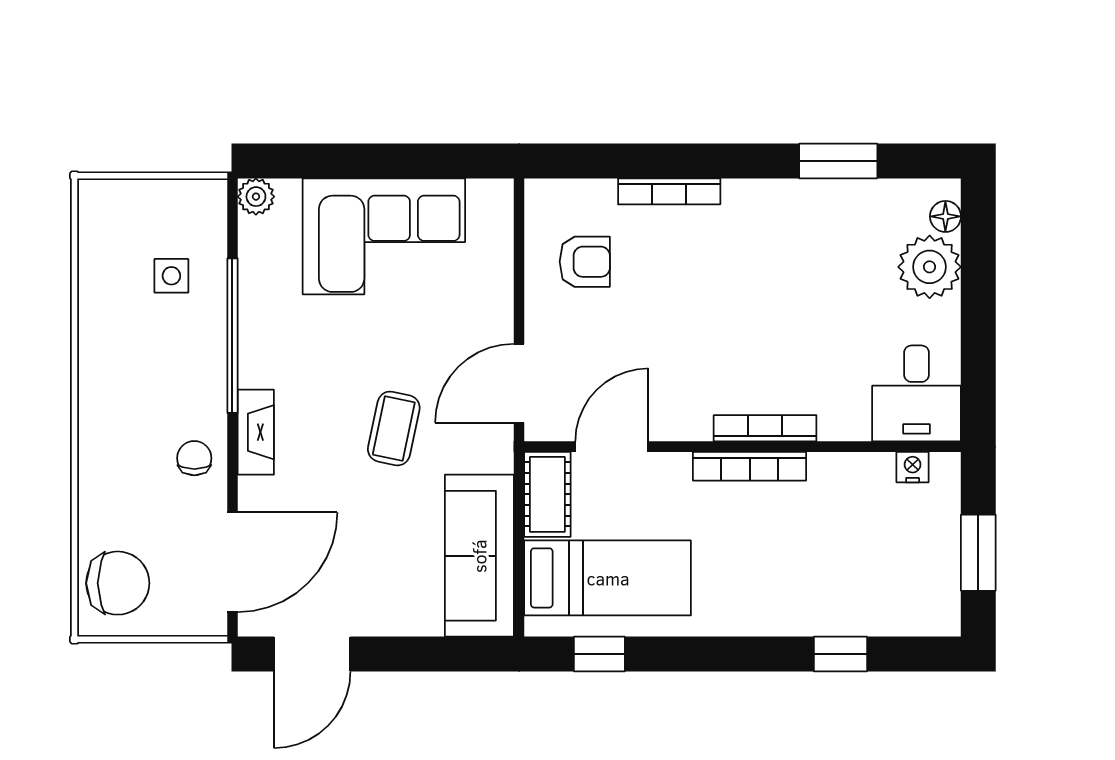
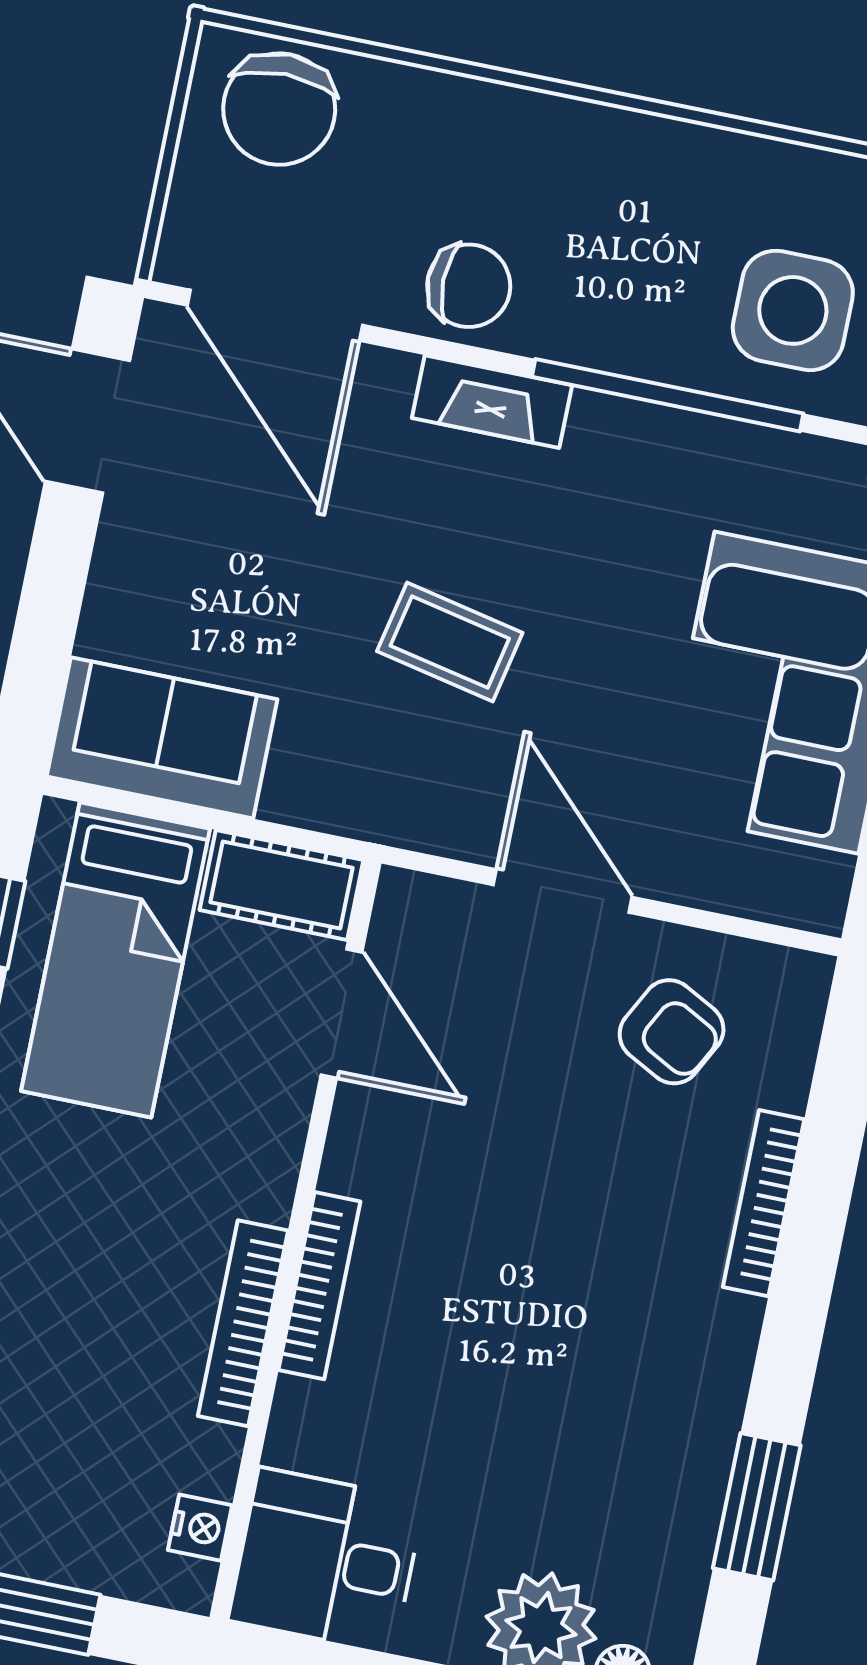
armchair: (585, 262) -> (672, 1032), turned -62
side table: (171, 276) -> (793, 310), width x1.87, depth x1.87
door: (519, 383) -> (563, 891), moved
chair: (194, 458) -> (469, 286), width x1.37, depth x1.37
bookcase: (750, 466) -> (243, 1323), moved
sofa: (479, 556) -> (162, 738), width x0.73

